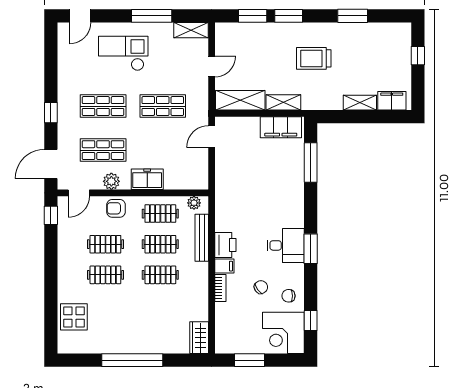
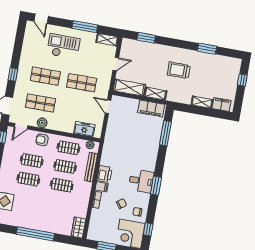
door: (80, 16) -> (41, 19), hinge flipped
window: (289, 16) -> (168, 42), removed
door: (212, 137) -> (108, 107), hinge flipped
freezer: (147, 179) -> (84, 129), moved

